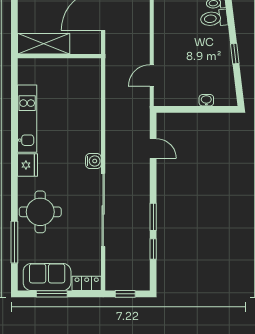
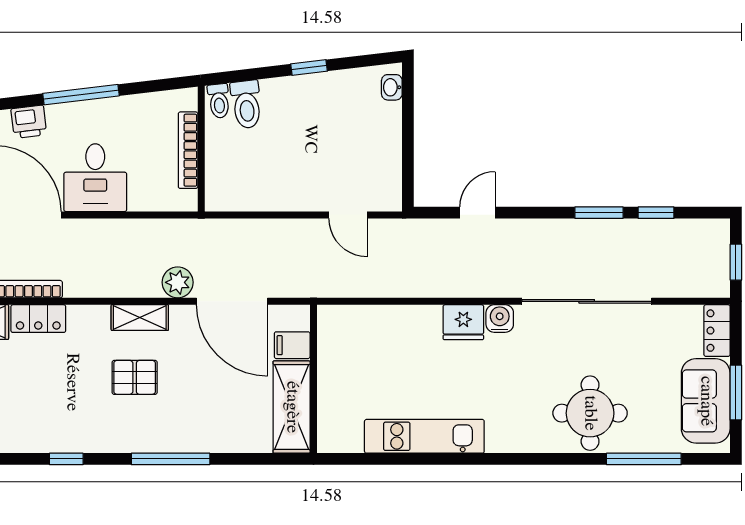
filing cabinet: (78, 44) -> (292, 345), added
washbasin: (206, 100) -> (392, 87), moved
fridge: (27, 165) -> (463, 322), moved, turned 180

